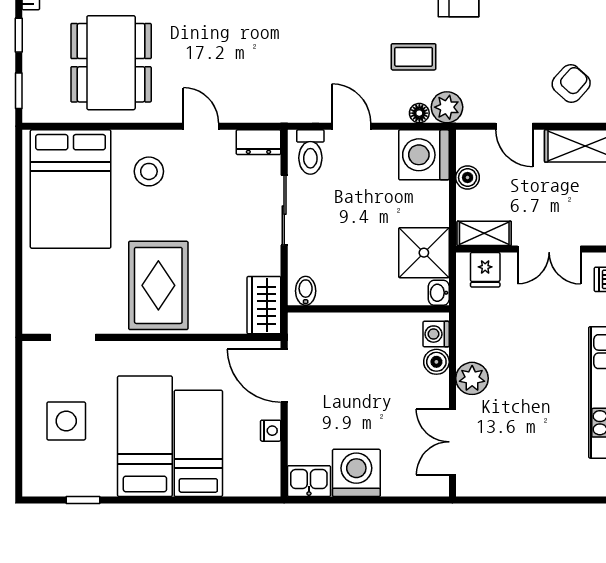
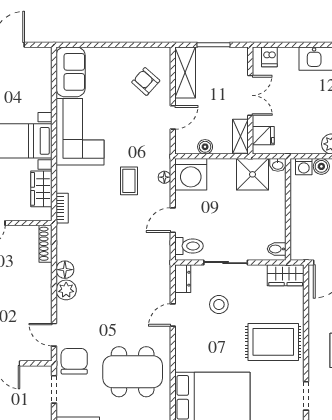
plant: (447, 107) -> (161, 160), removed
stool: (149, 171) -> (219, 304), moved

